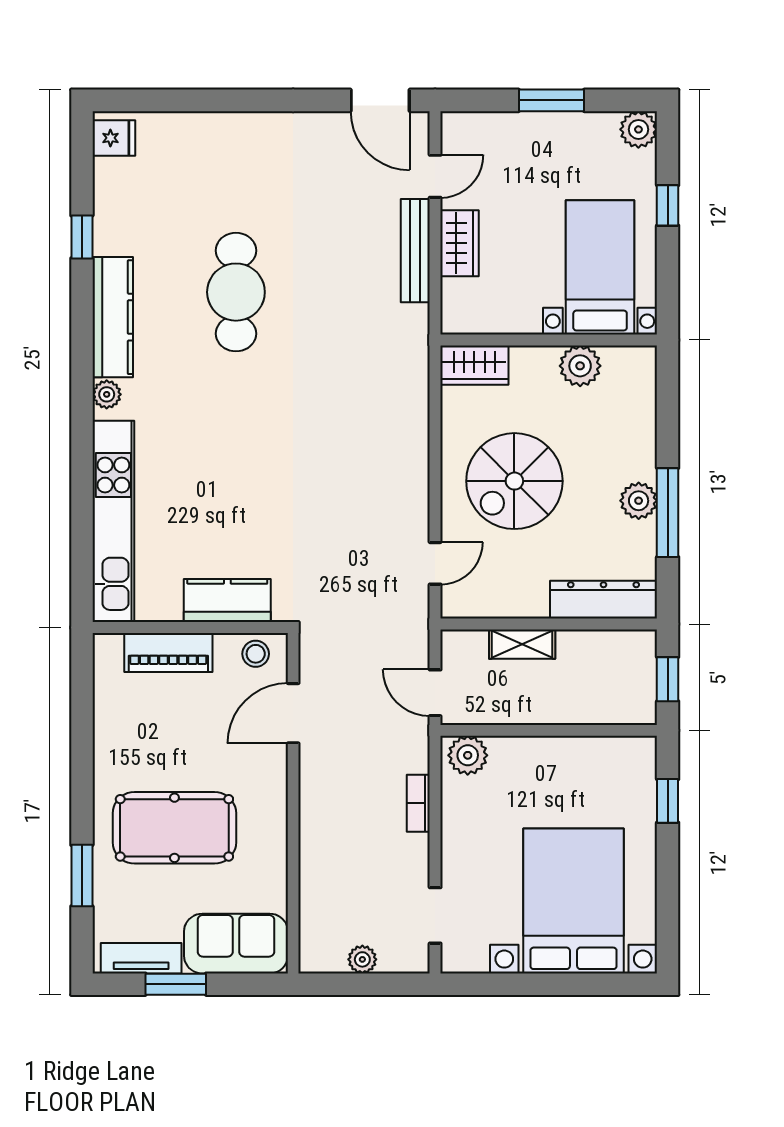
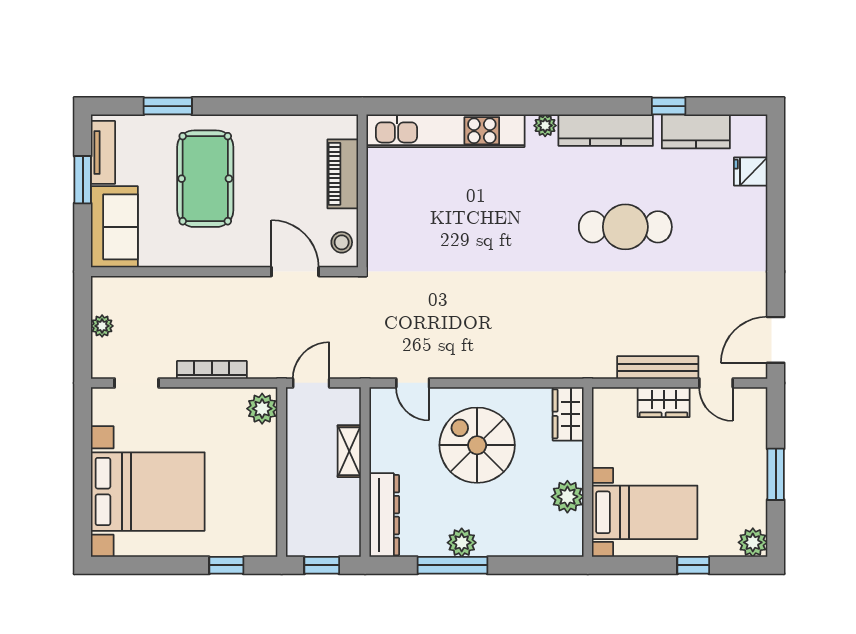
fridge: (114, 138) -> (751, 171), moved, turned 90
kitchen counter: (227, 600) -> (696, 131), moved, turned 90
bookcase: (418, 803) -> (212, 370), width x1.56

